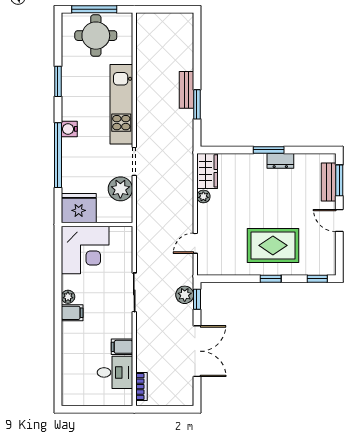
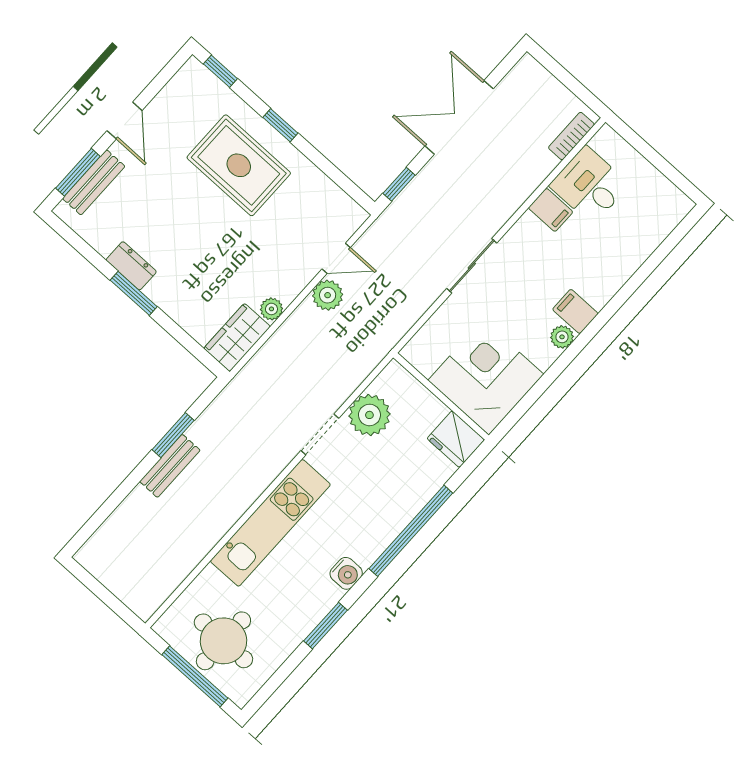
water cooler: (69, 129) -> (346, 573), moved
fridge: (79, 208) -> (456, 439), width x0.73, depth x0.75
plant: (185, 295) -> (328, 295), moved

